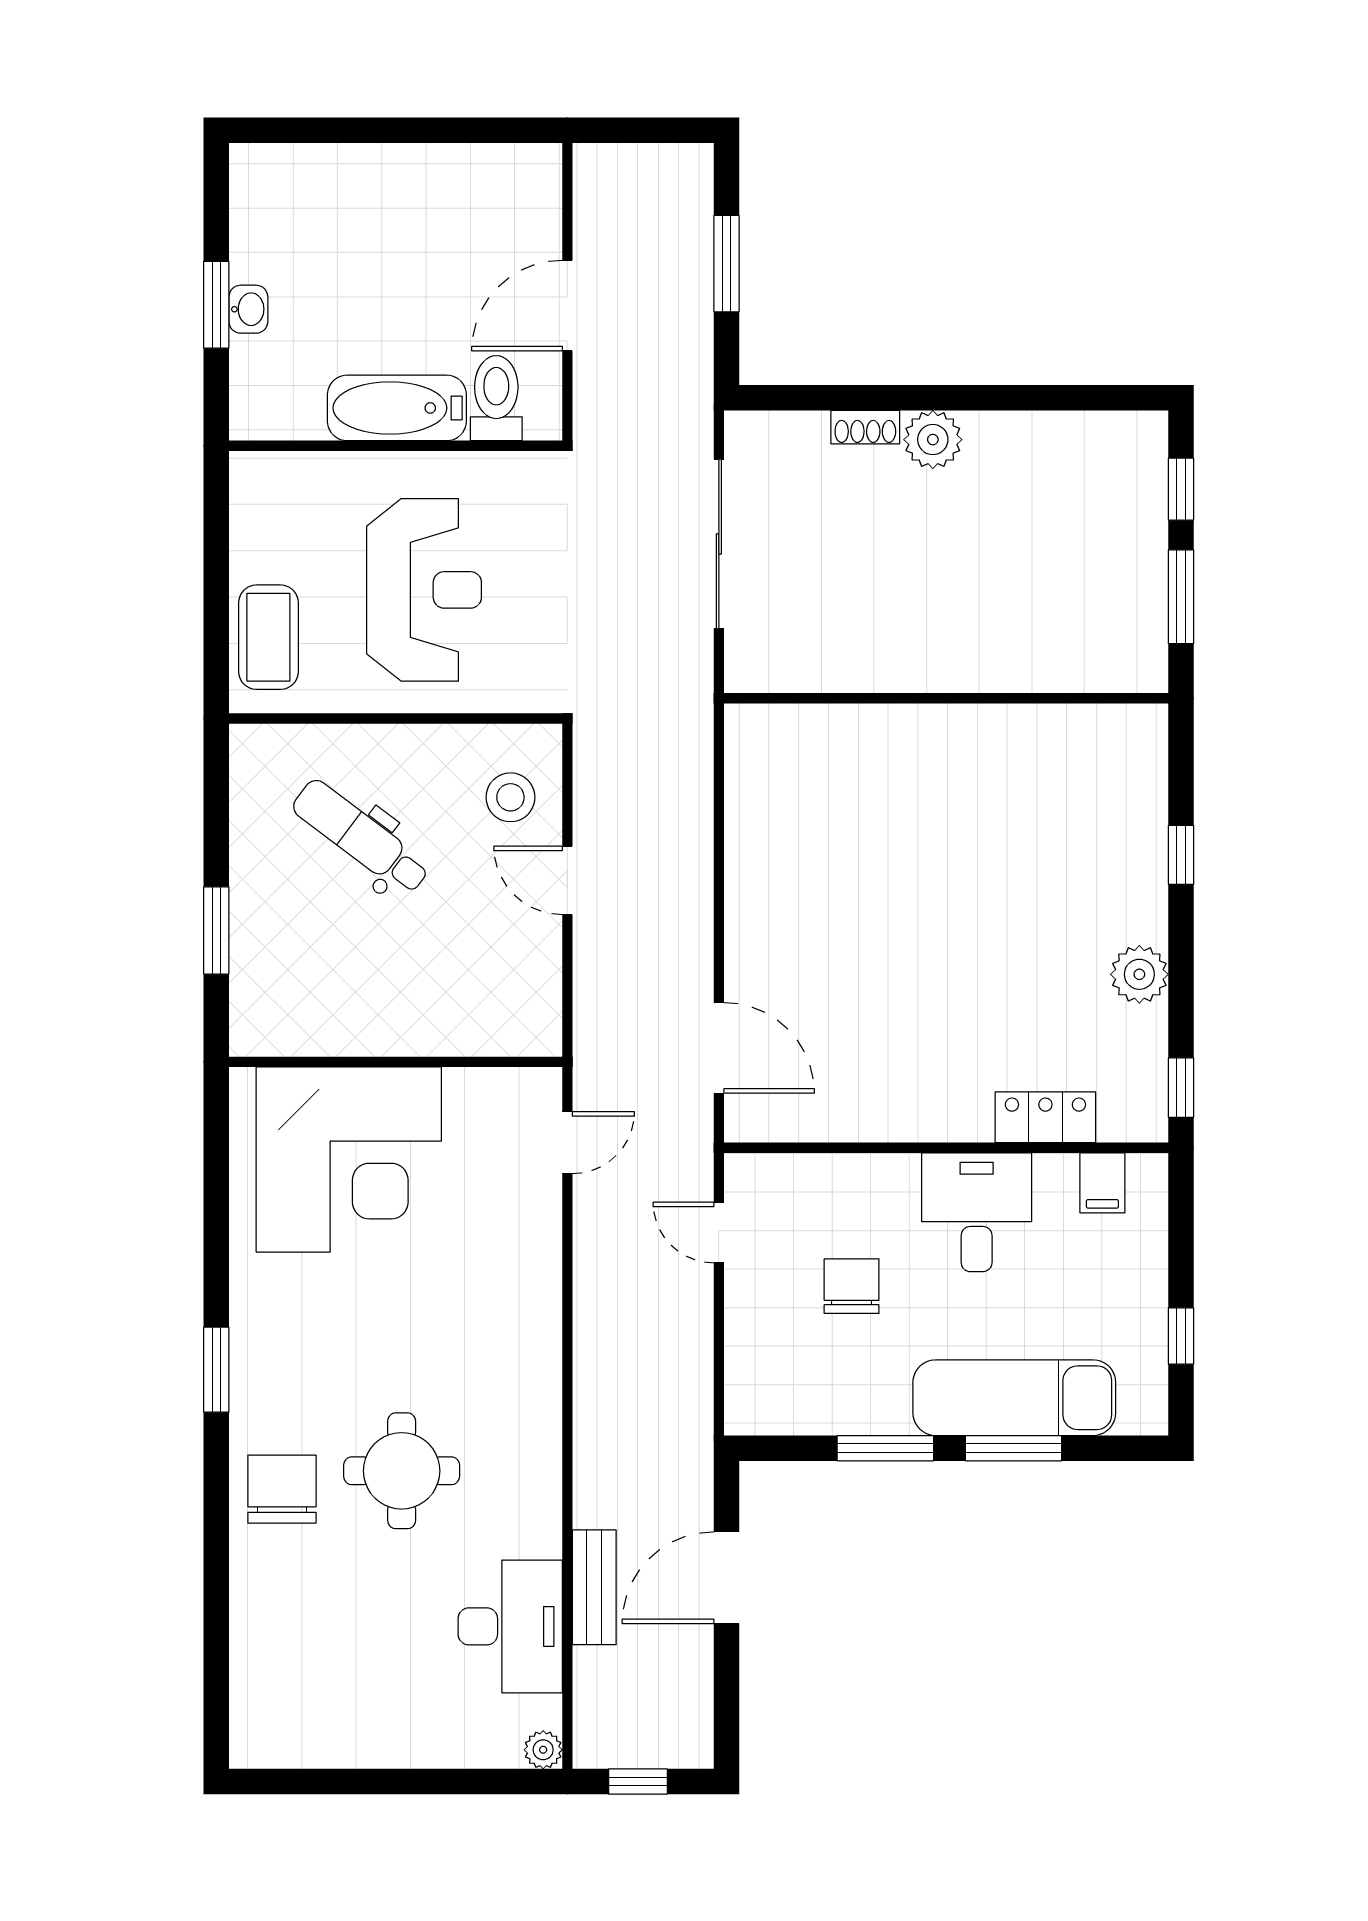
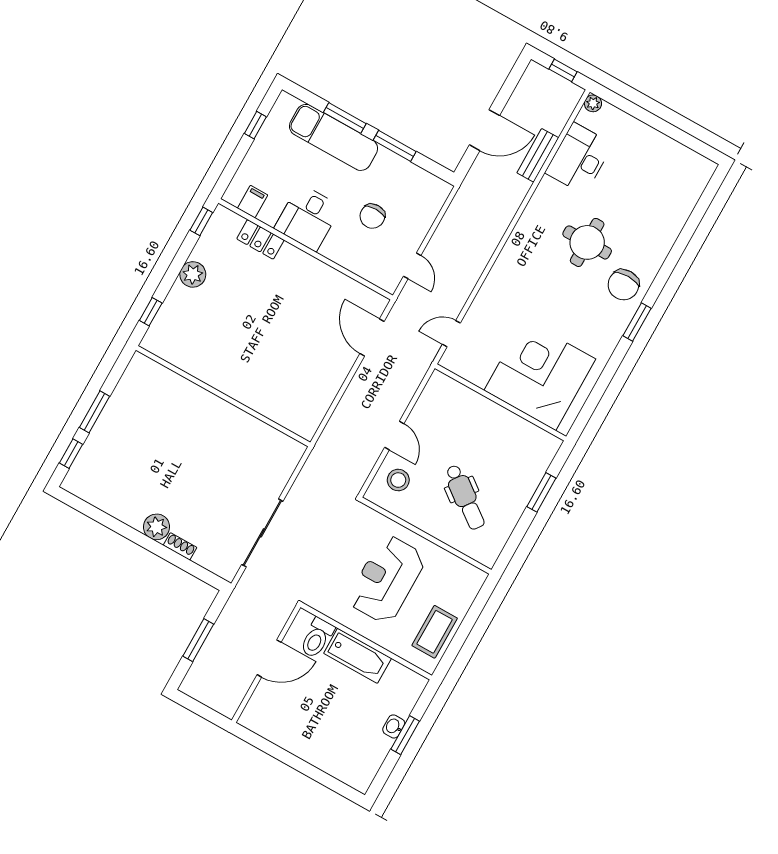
coffee table: (268, 637) -> (435, 632), moved
wall: (946, 698) -> (223, 396), moved
chair: (282, 1489) -> (623, 285), moved

